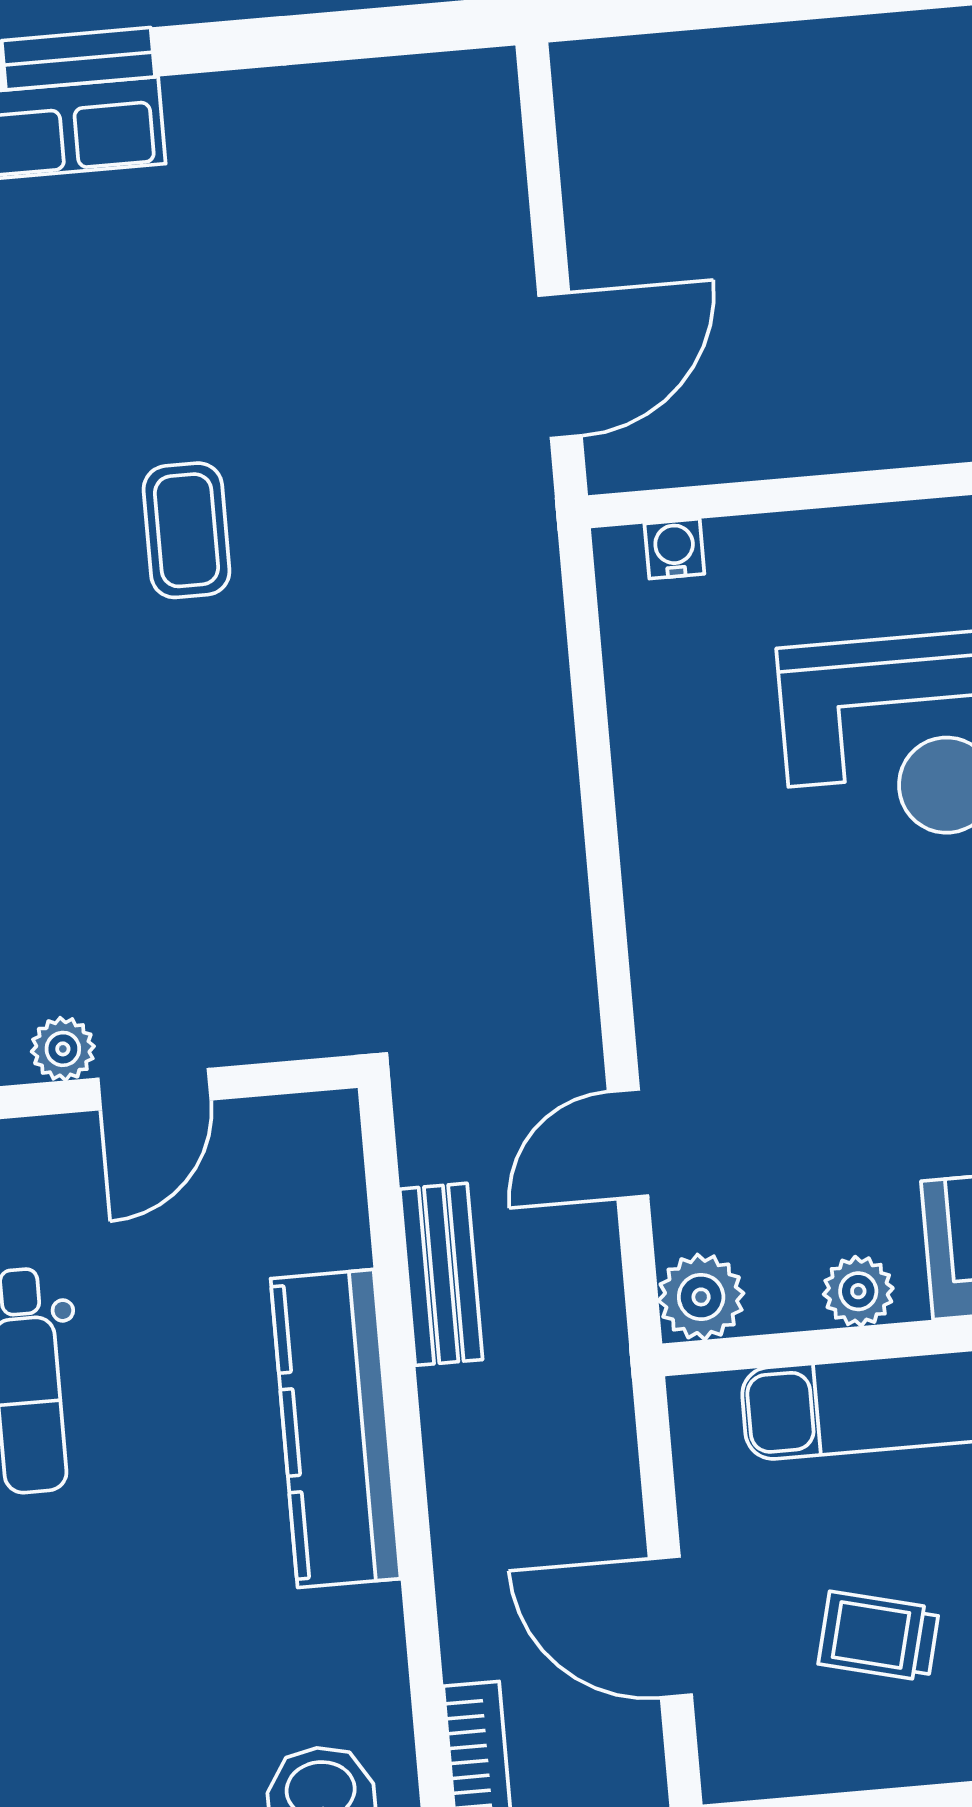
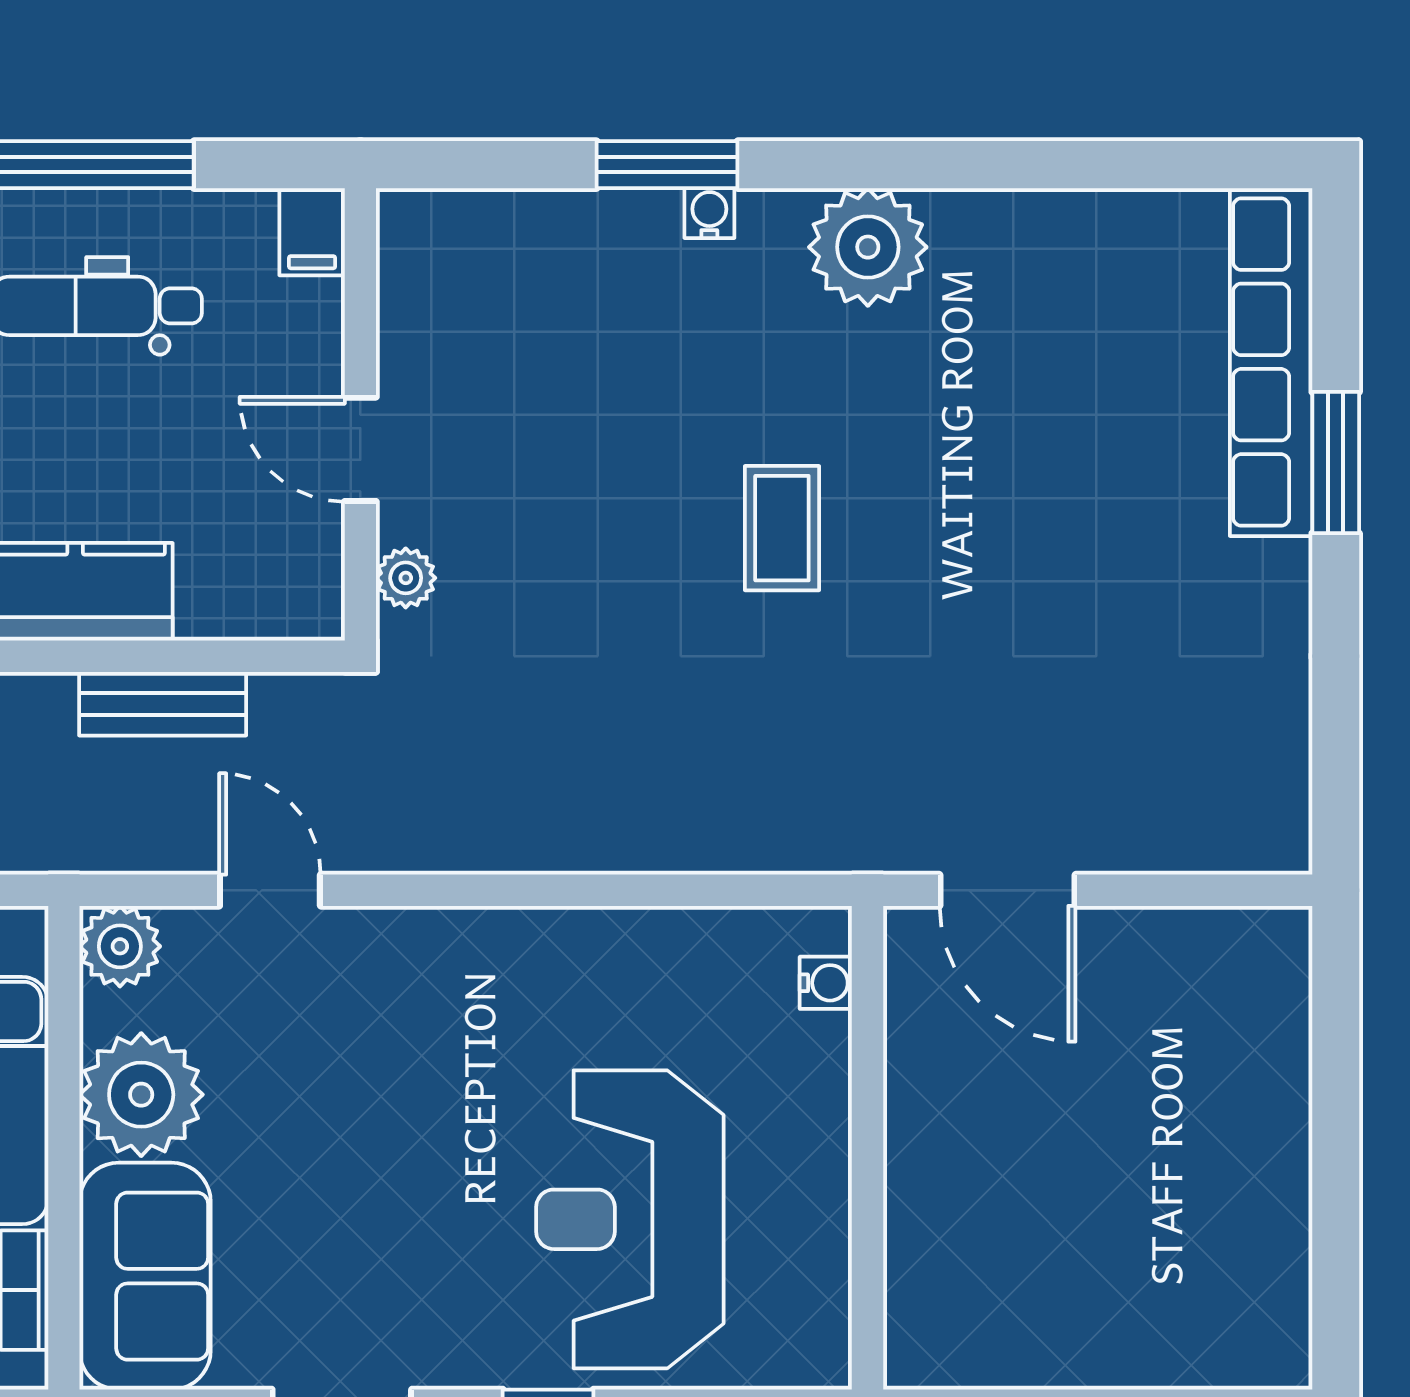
coffee table: (187, 530) -> (782, 528), moved, turned 90
plant: (63, 1049) -> (406, 578), moved
plant: (858, 1291) -> (141, 1095), width x1.87, depth x1.87

